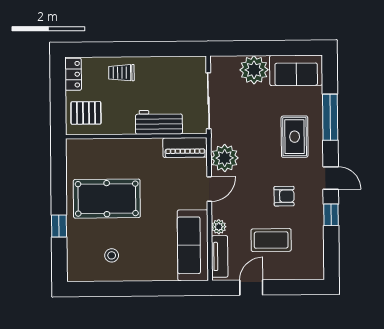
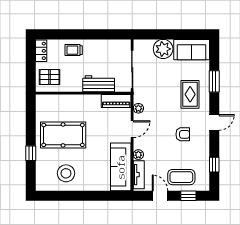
window: (330, 117) -> (214, 81), width x0.69
plant: (225, 158) -> (138, 108), width x0.53, depth x0.53
door: (331, 178) -> (214, 122), hinge flipped
window: (331, 215) -> (214, 165), moved
coffee table: (271, 240) -> (181, 177), moved
stool: (112, 255) -> (66, 173), width x1.89, depth x1.89
window: (293, 287) -> (188, 196), added
door: (251, 288) -> (160, 196), hinge flipped

